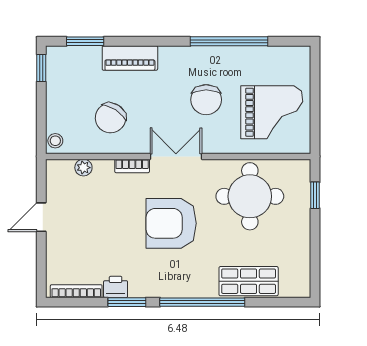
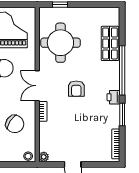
plant: (83, 168) -> (44, 157), moved
armchair: (171, 223) -> (76, 89), width x0.53, depth x0.53
printer: (116, 287) -> (113, 97), moved

